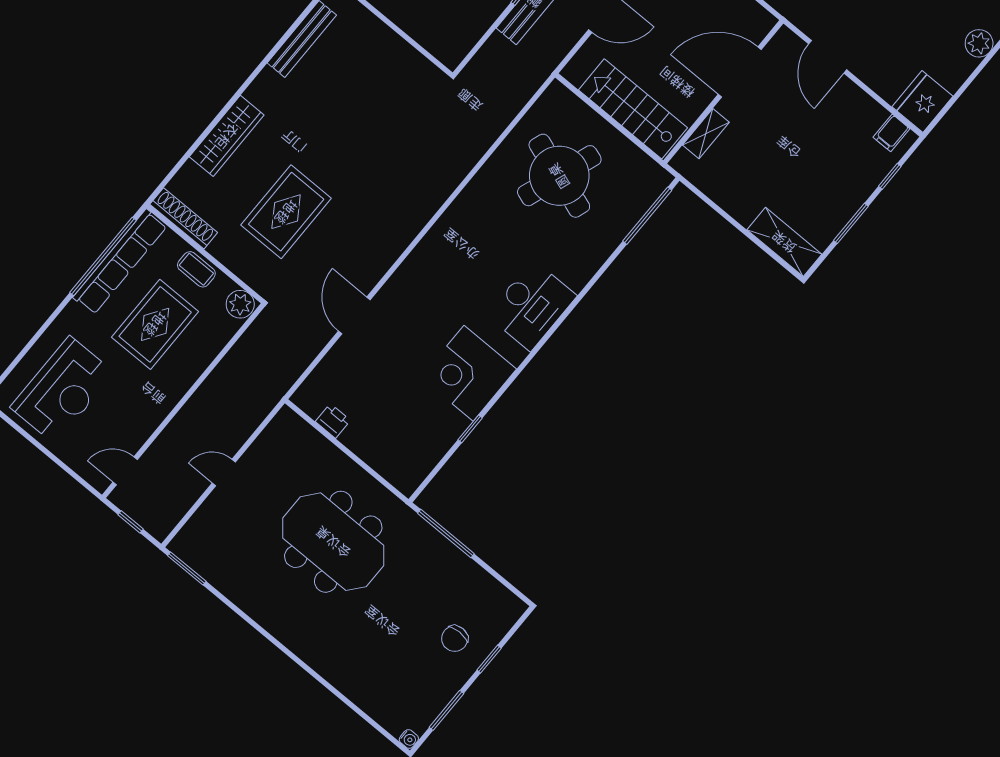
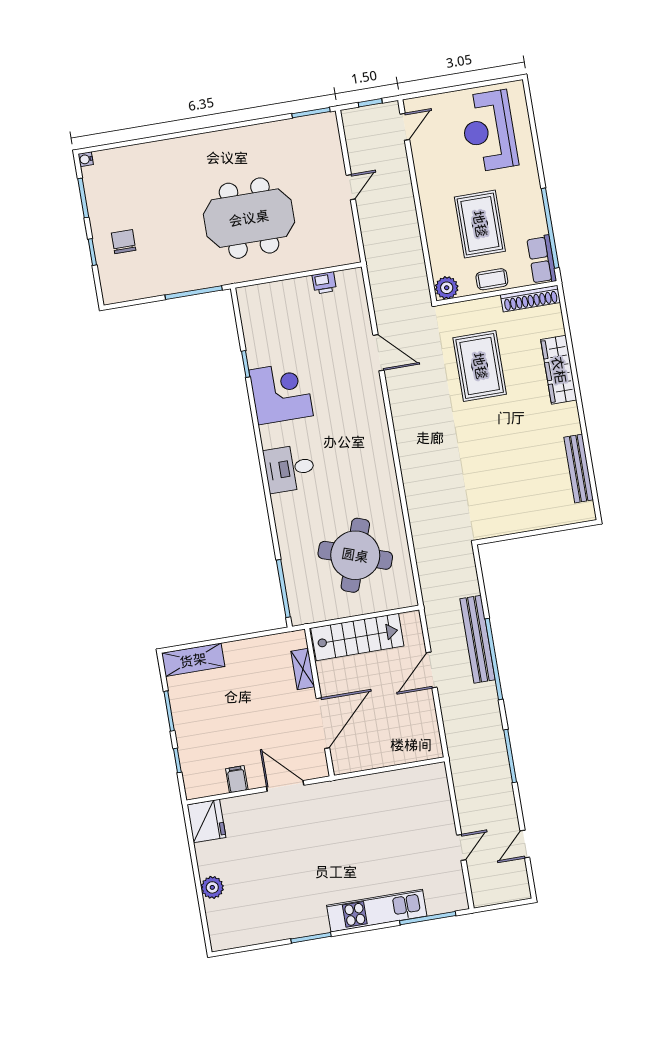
filing cabinet: (891, 133) -> (237, 779), moved
row of seats: (120, 262) -> (542, 260), width x0.50
desk: (532, 305) -> (289, 468), width x0.73

